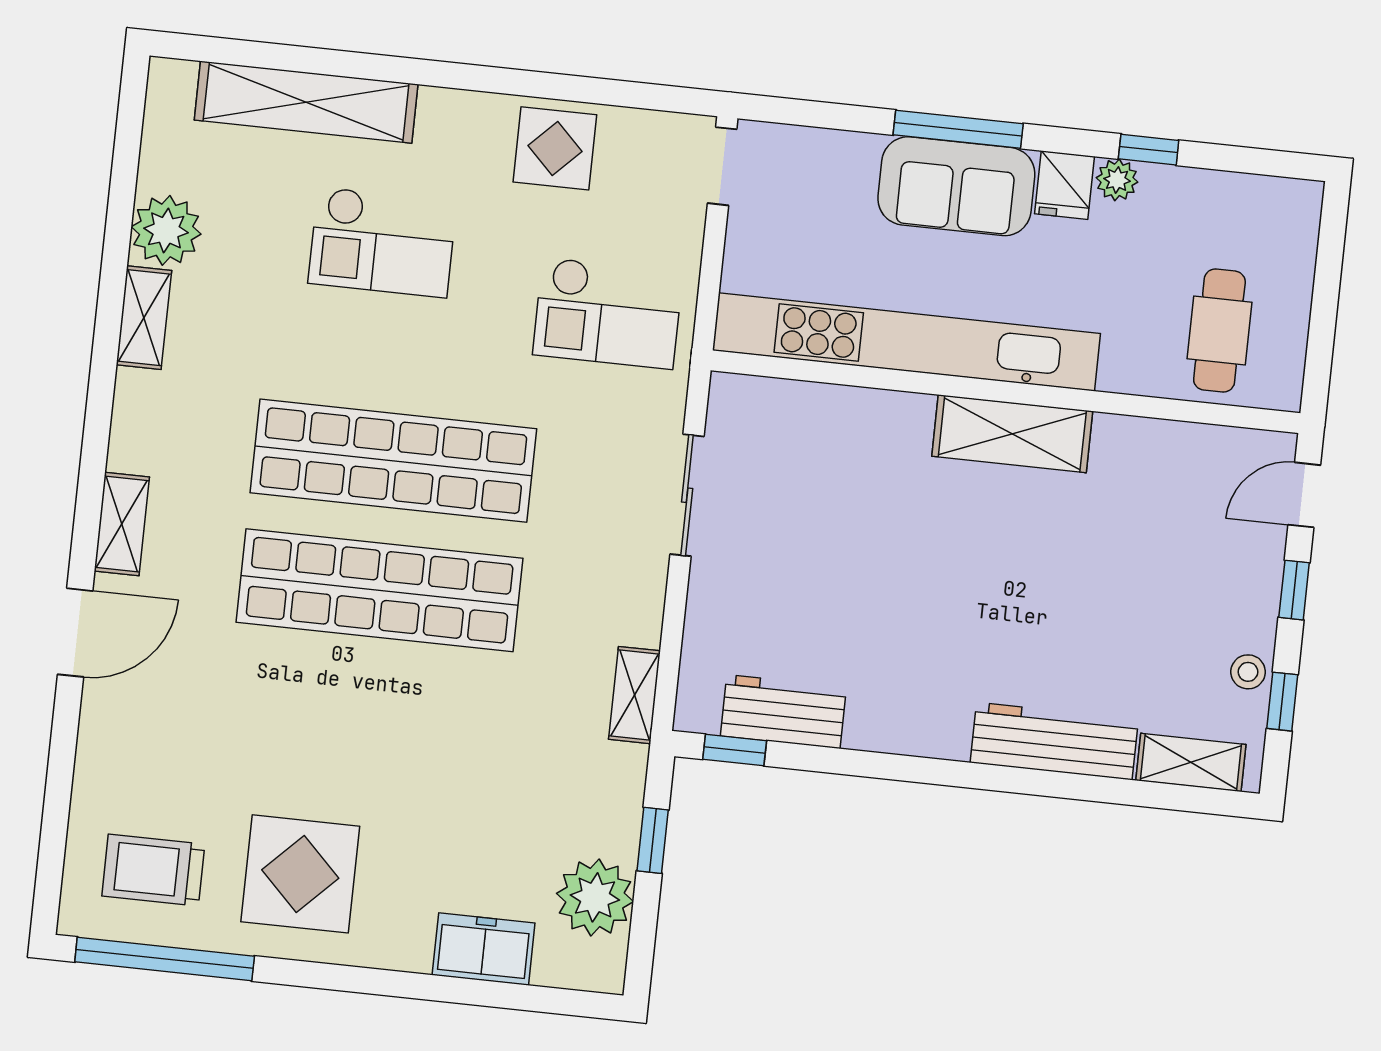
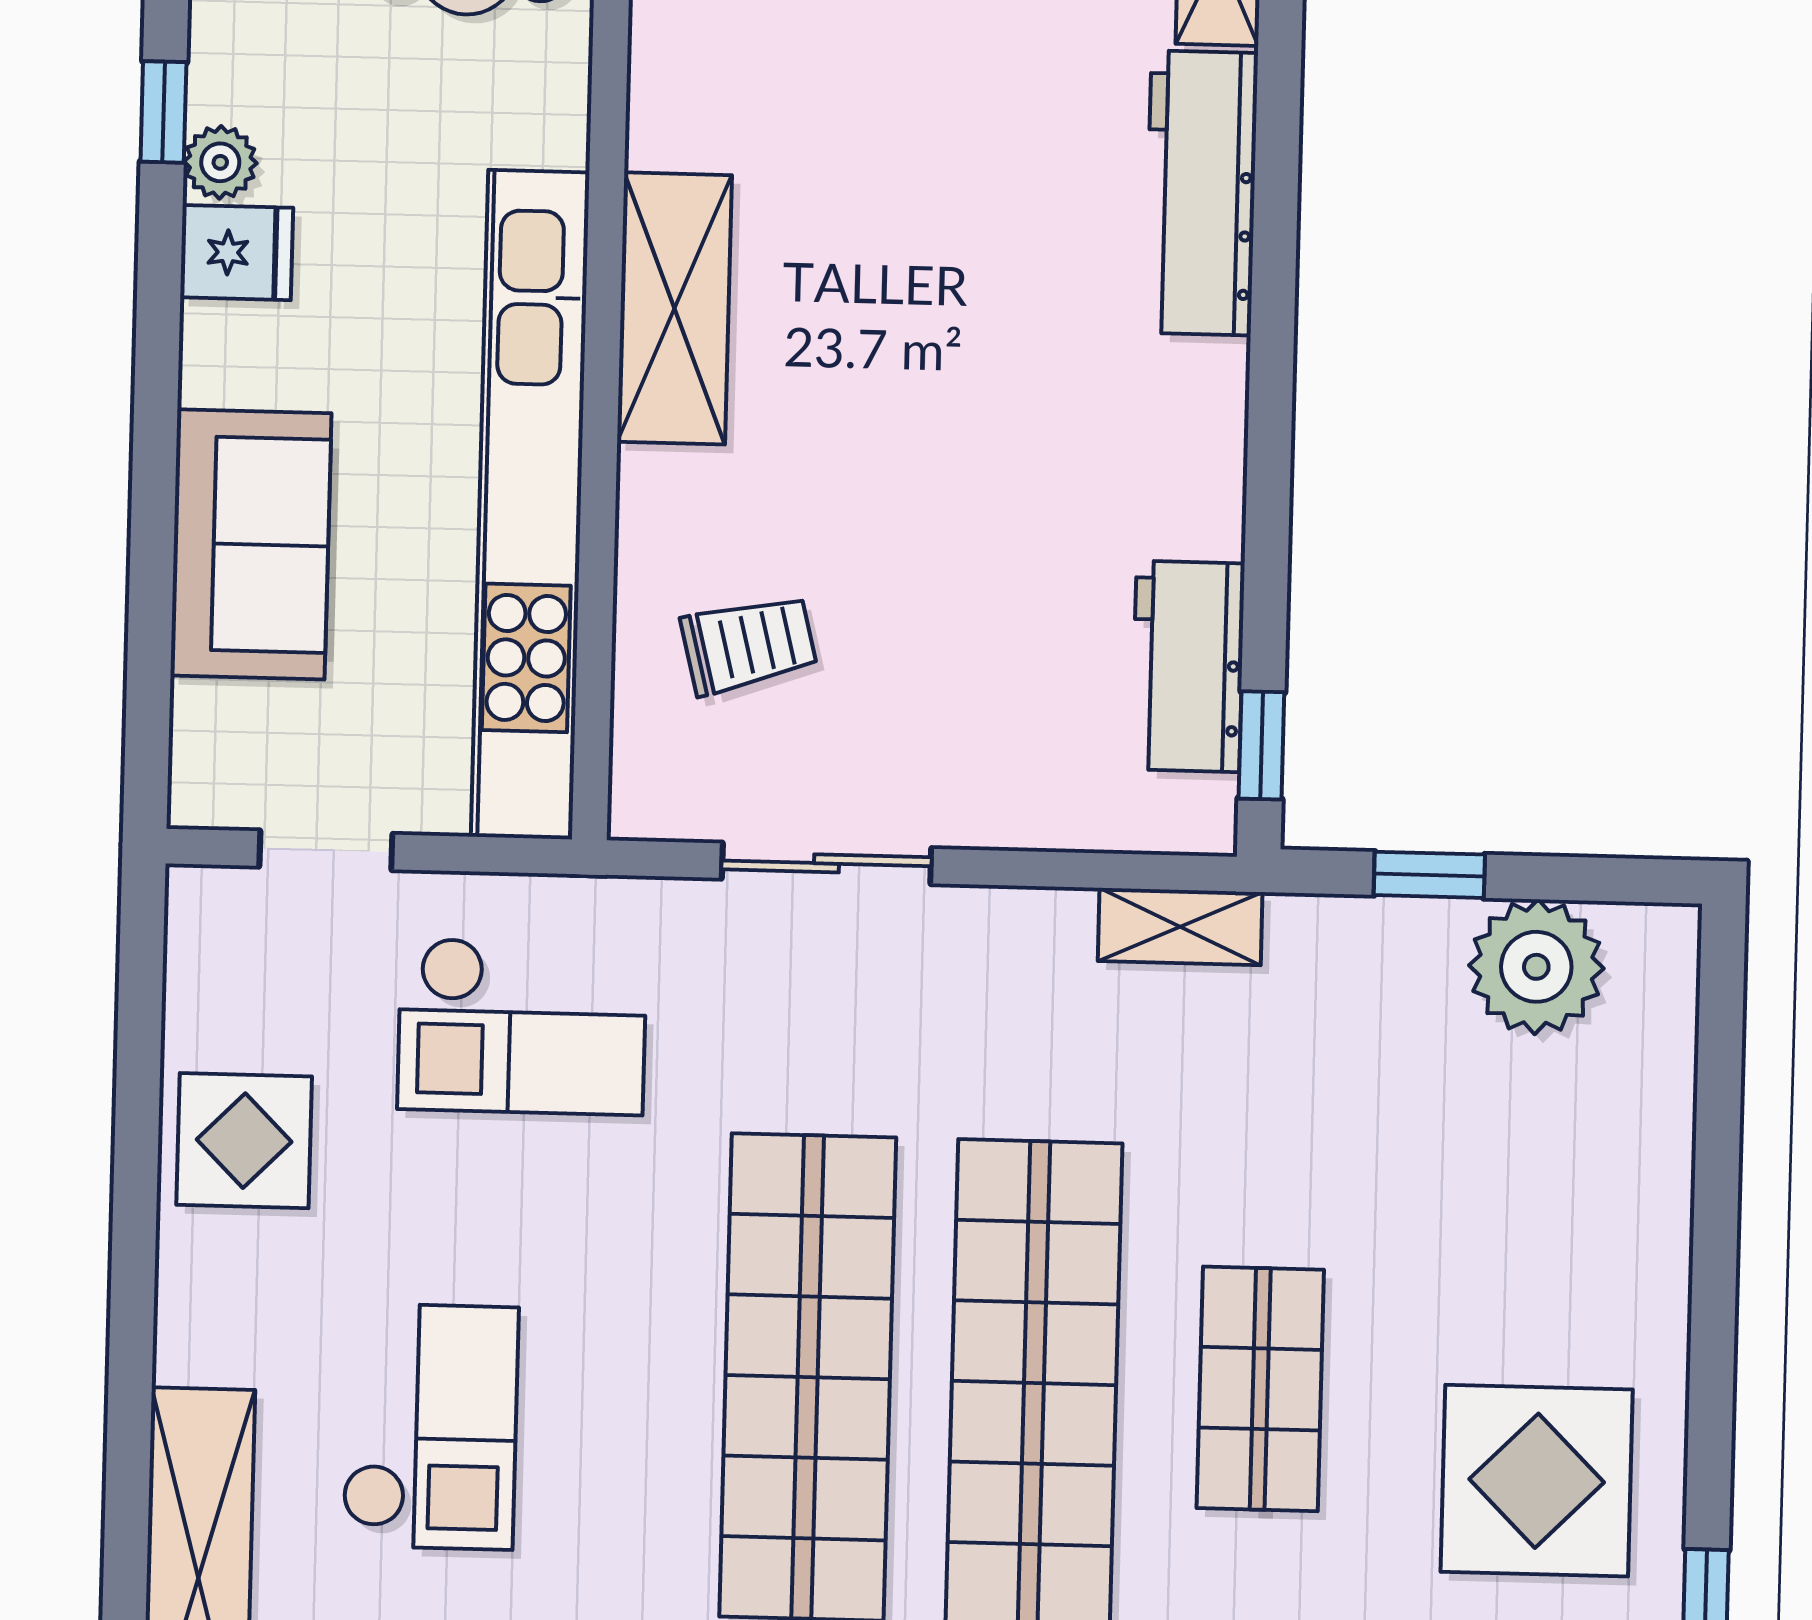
window: (958, 129) -> (155, 445), removed
doorway: (722, 166) -> (326, 850), moved
sofa: (956, 186) -> (251, 544), moved
checkout: (608, 313) -> (522, 1026), turned 90
trolley: (816, 461) -> (749, 644), added
shop shelf: (366, 720) -> (1260, 1389), added
freezer: (484, 949) -> (1641, 1153), removed

